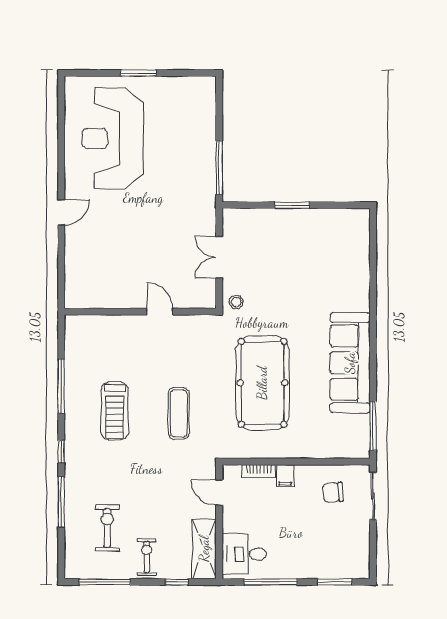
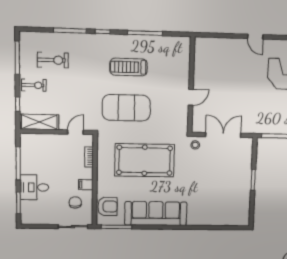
double door: (219, 257) -> (223, 135), width x1.37
exercise mat: (179, 413) -> (126, 108), width x2.00, depth x1.45
armchair: (339, 441) -> (107, 207), added
filing cabinet: (285, 476) -> (86, 185), moved
desk: (244, 554) -> (34, 187), moved, turned -90

